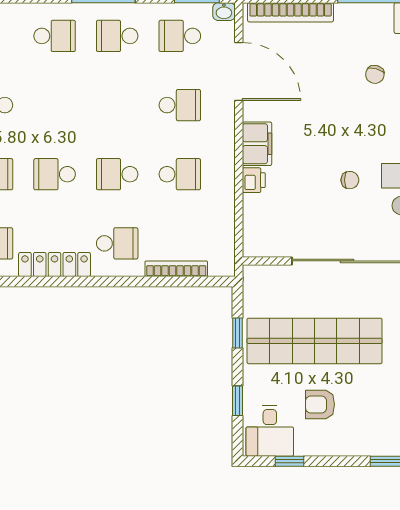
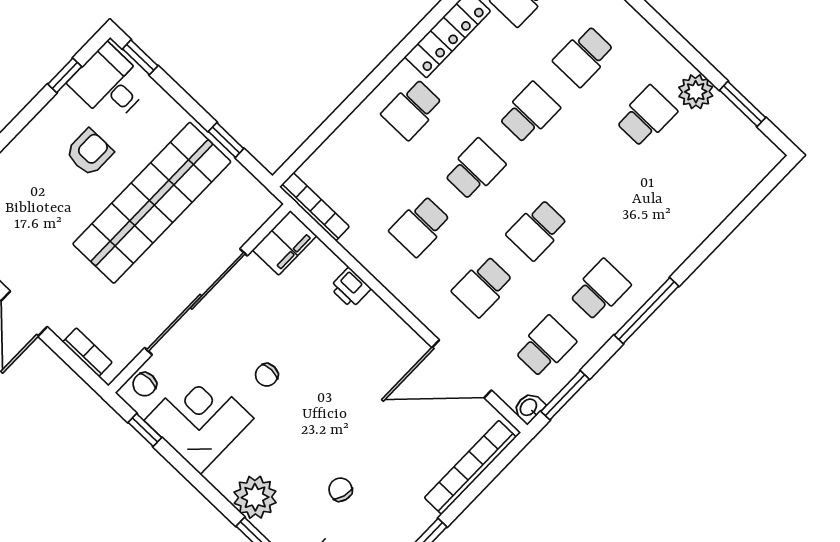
school desk: (55, 36) -> (537, 230), moved
filing cabinet: (257, 144) -> (284, 243), moved, turned -90
bookcase: (176, 269) -> (314, 207), moved, turned -90
window: (238, 401) -> (140, 57), moved

